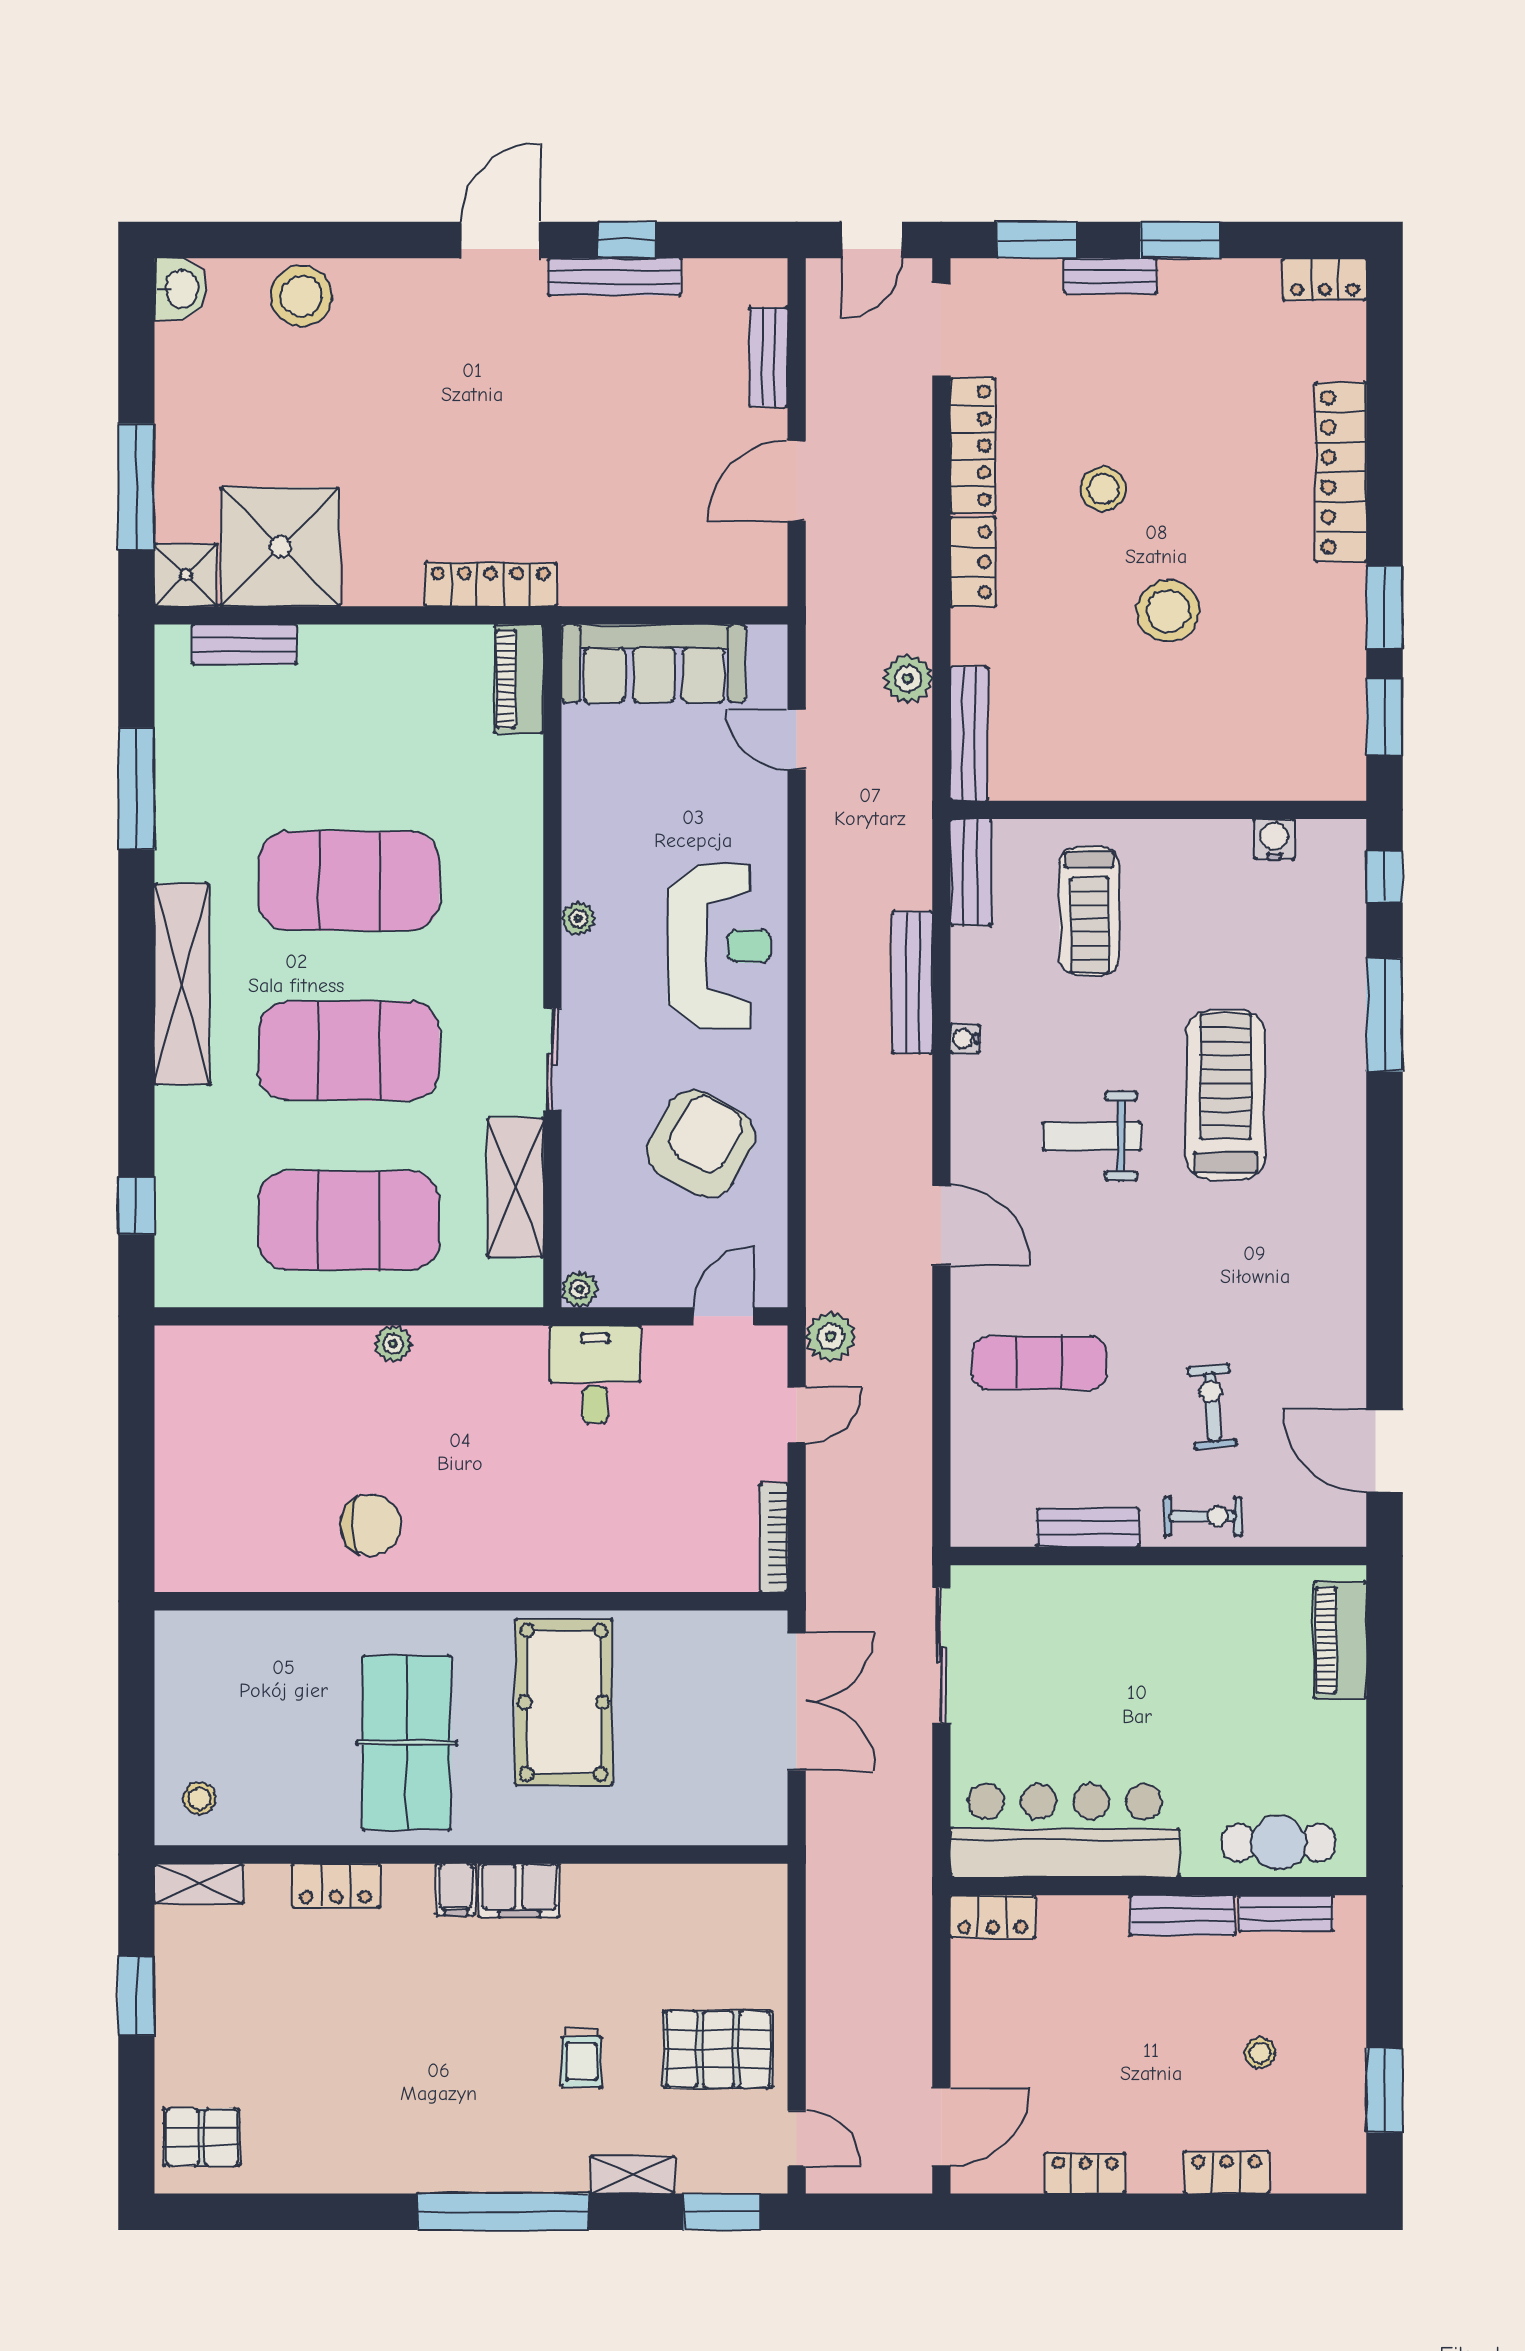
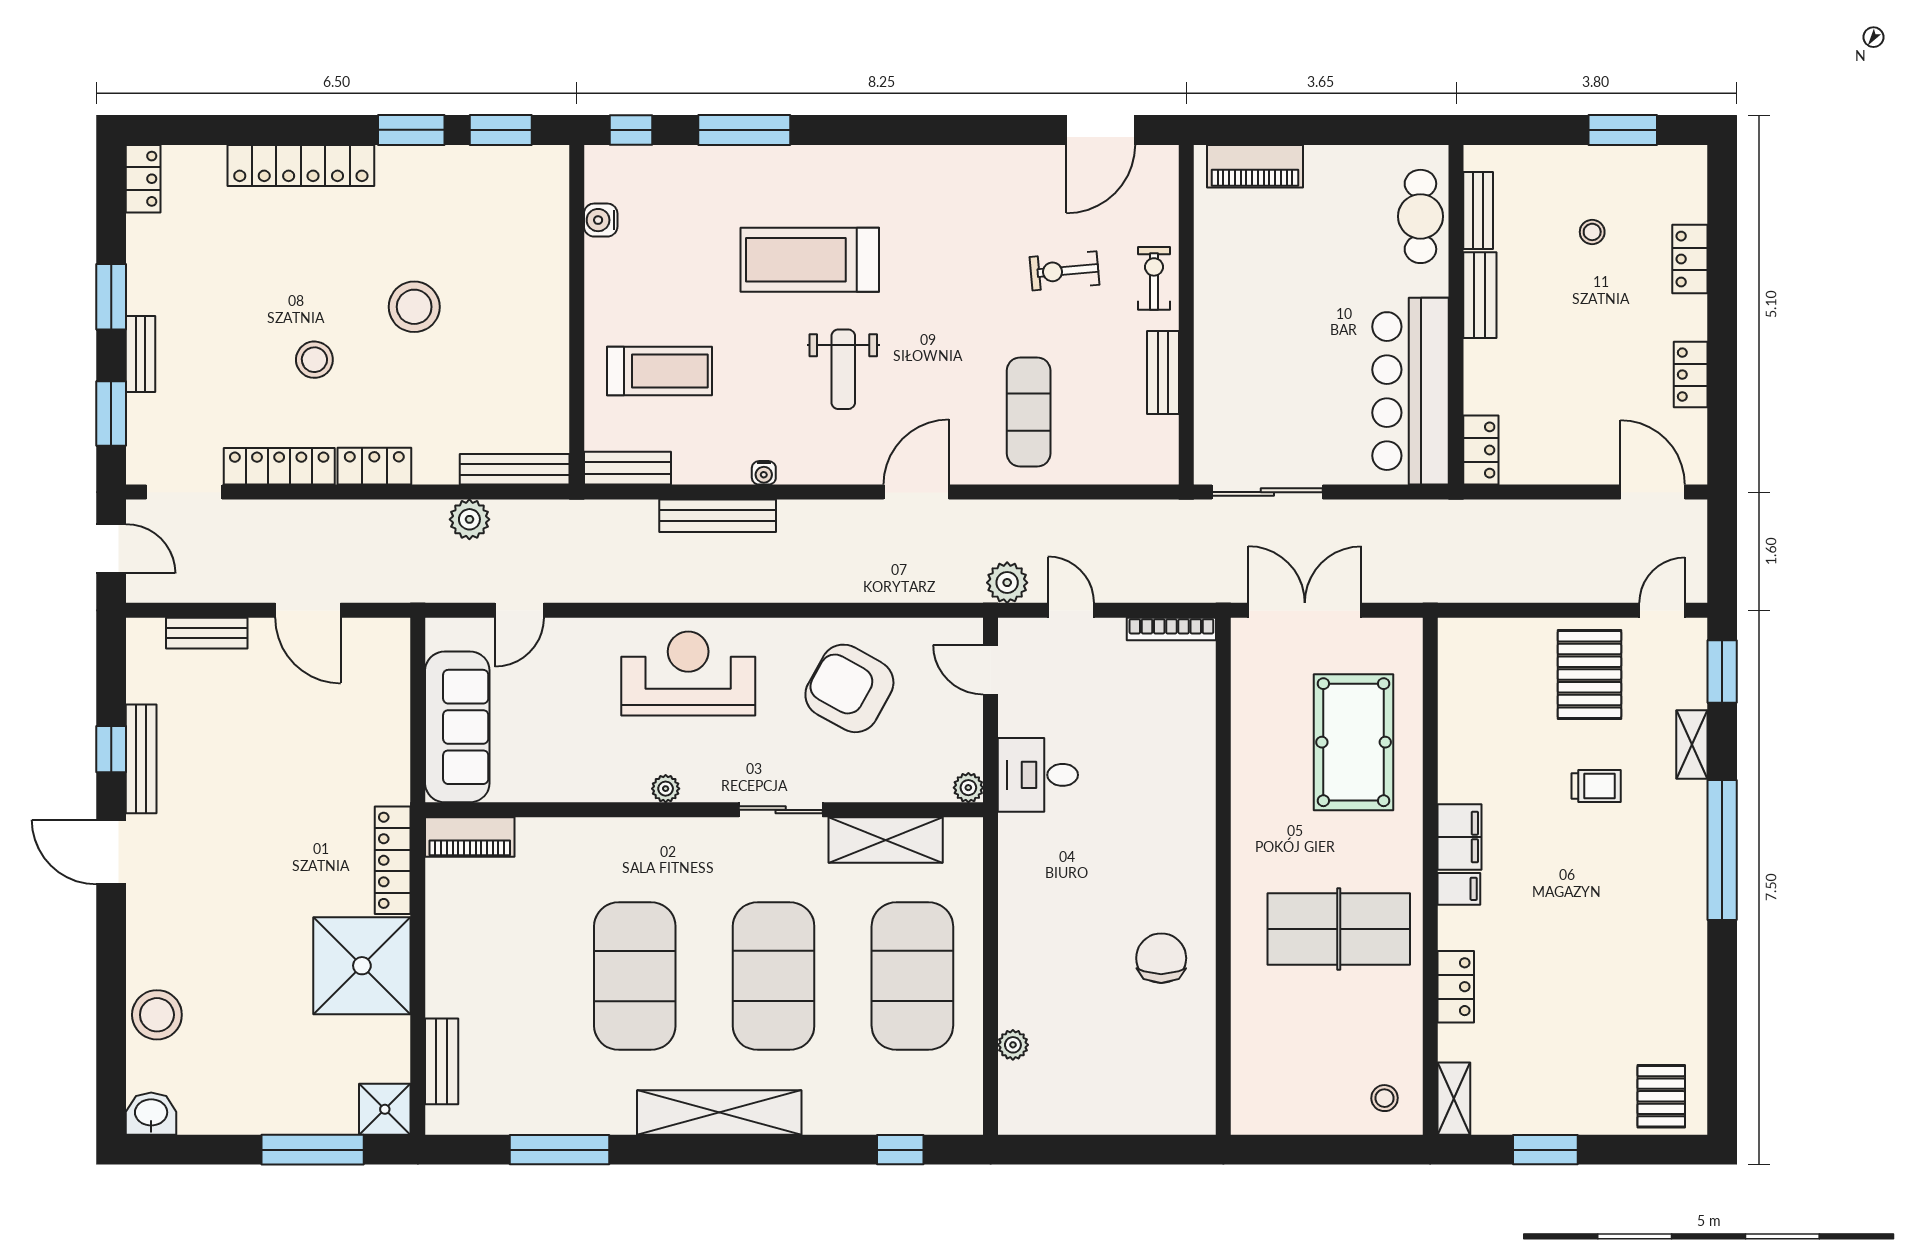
shower: (280, 547) -> (362, 966), moved
plant: (393, 1344) -> (1013, 1045), moved
pool table: (564, 1702) -> (1354, 742), moved, turned 90

